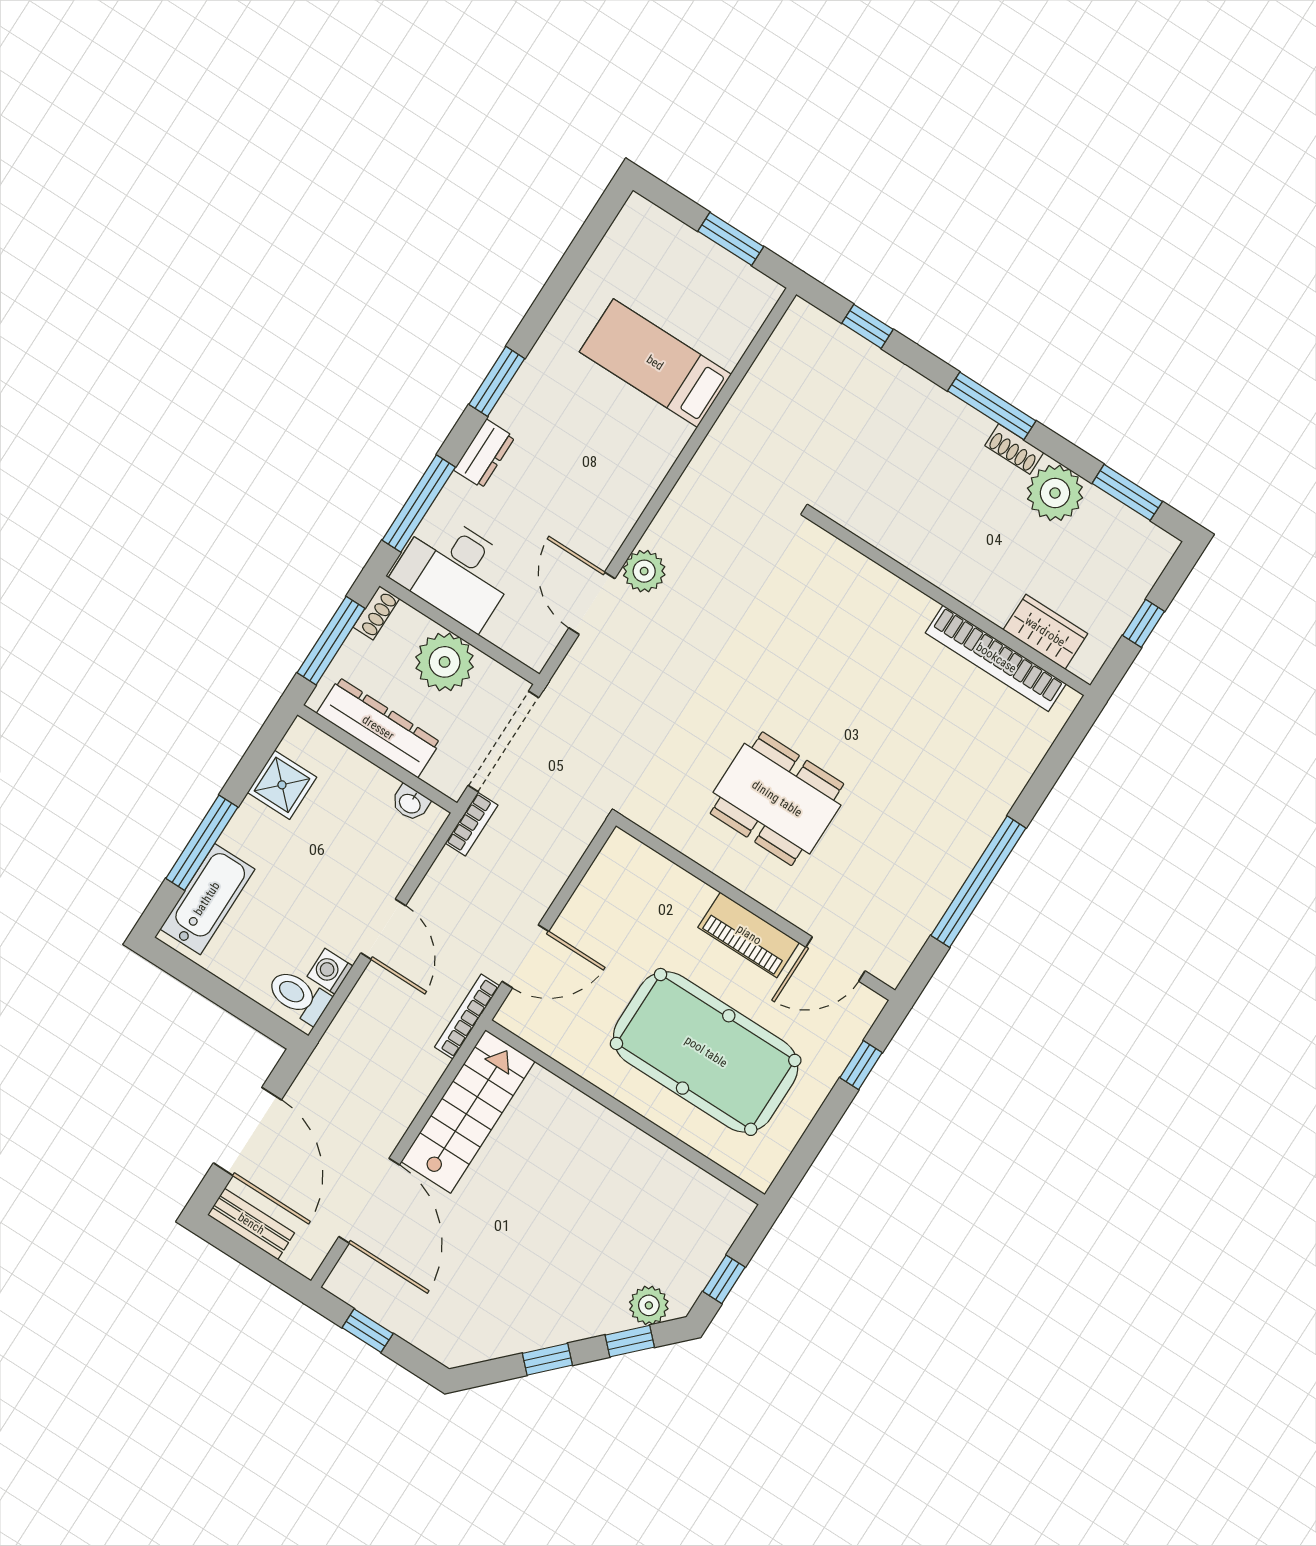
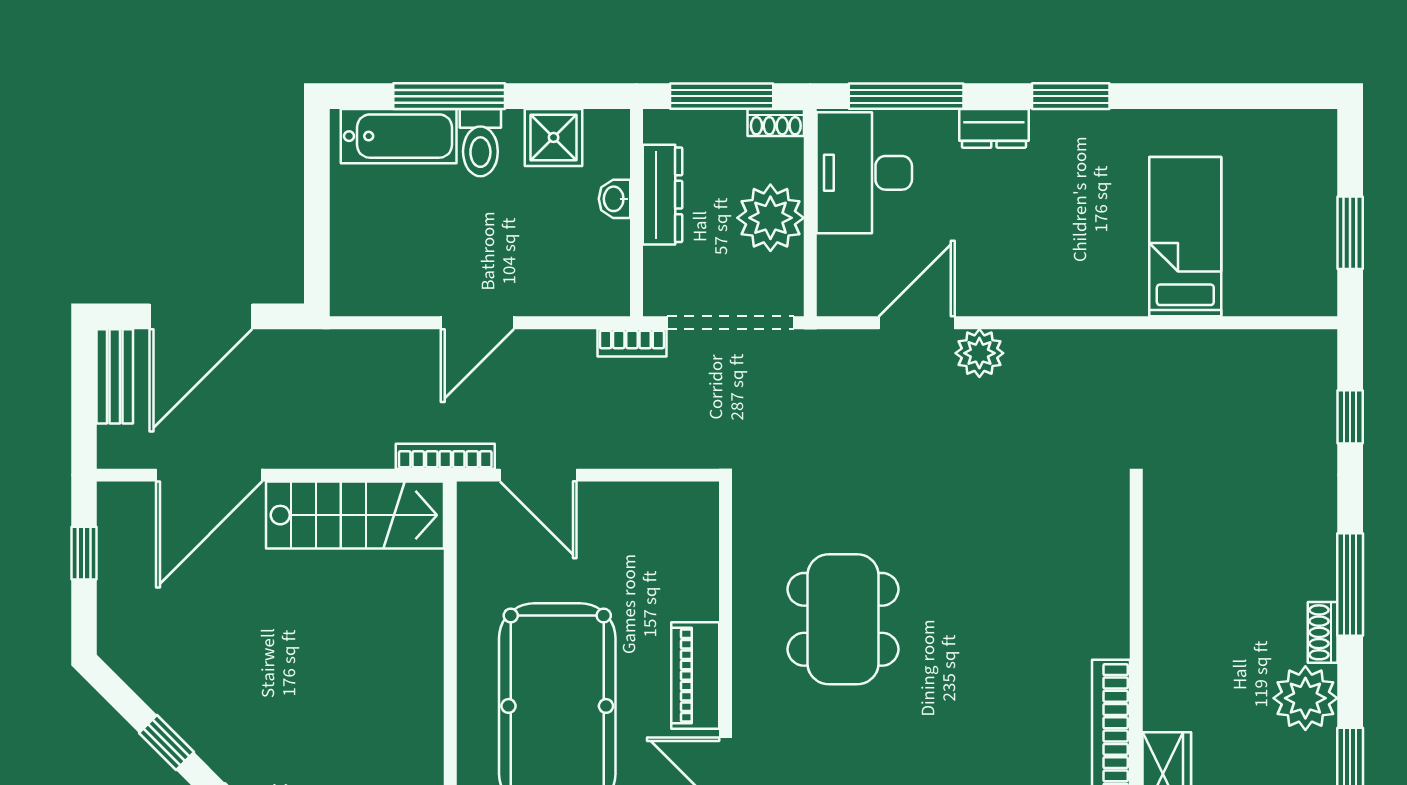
dresser: (378, 728) -> (662, 195), width x0.73, depth x0.80
washbasin: (410, 803) -> (615, 199), moved
washing machine: (330, 971) -> (405, 297), removed
toilet: (299, 996) -> (480, 143), moved, turned 180

